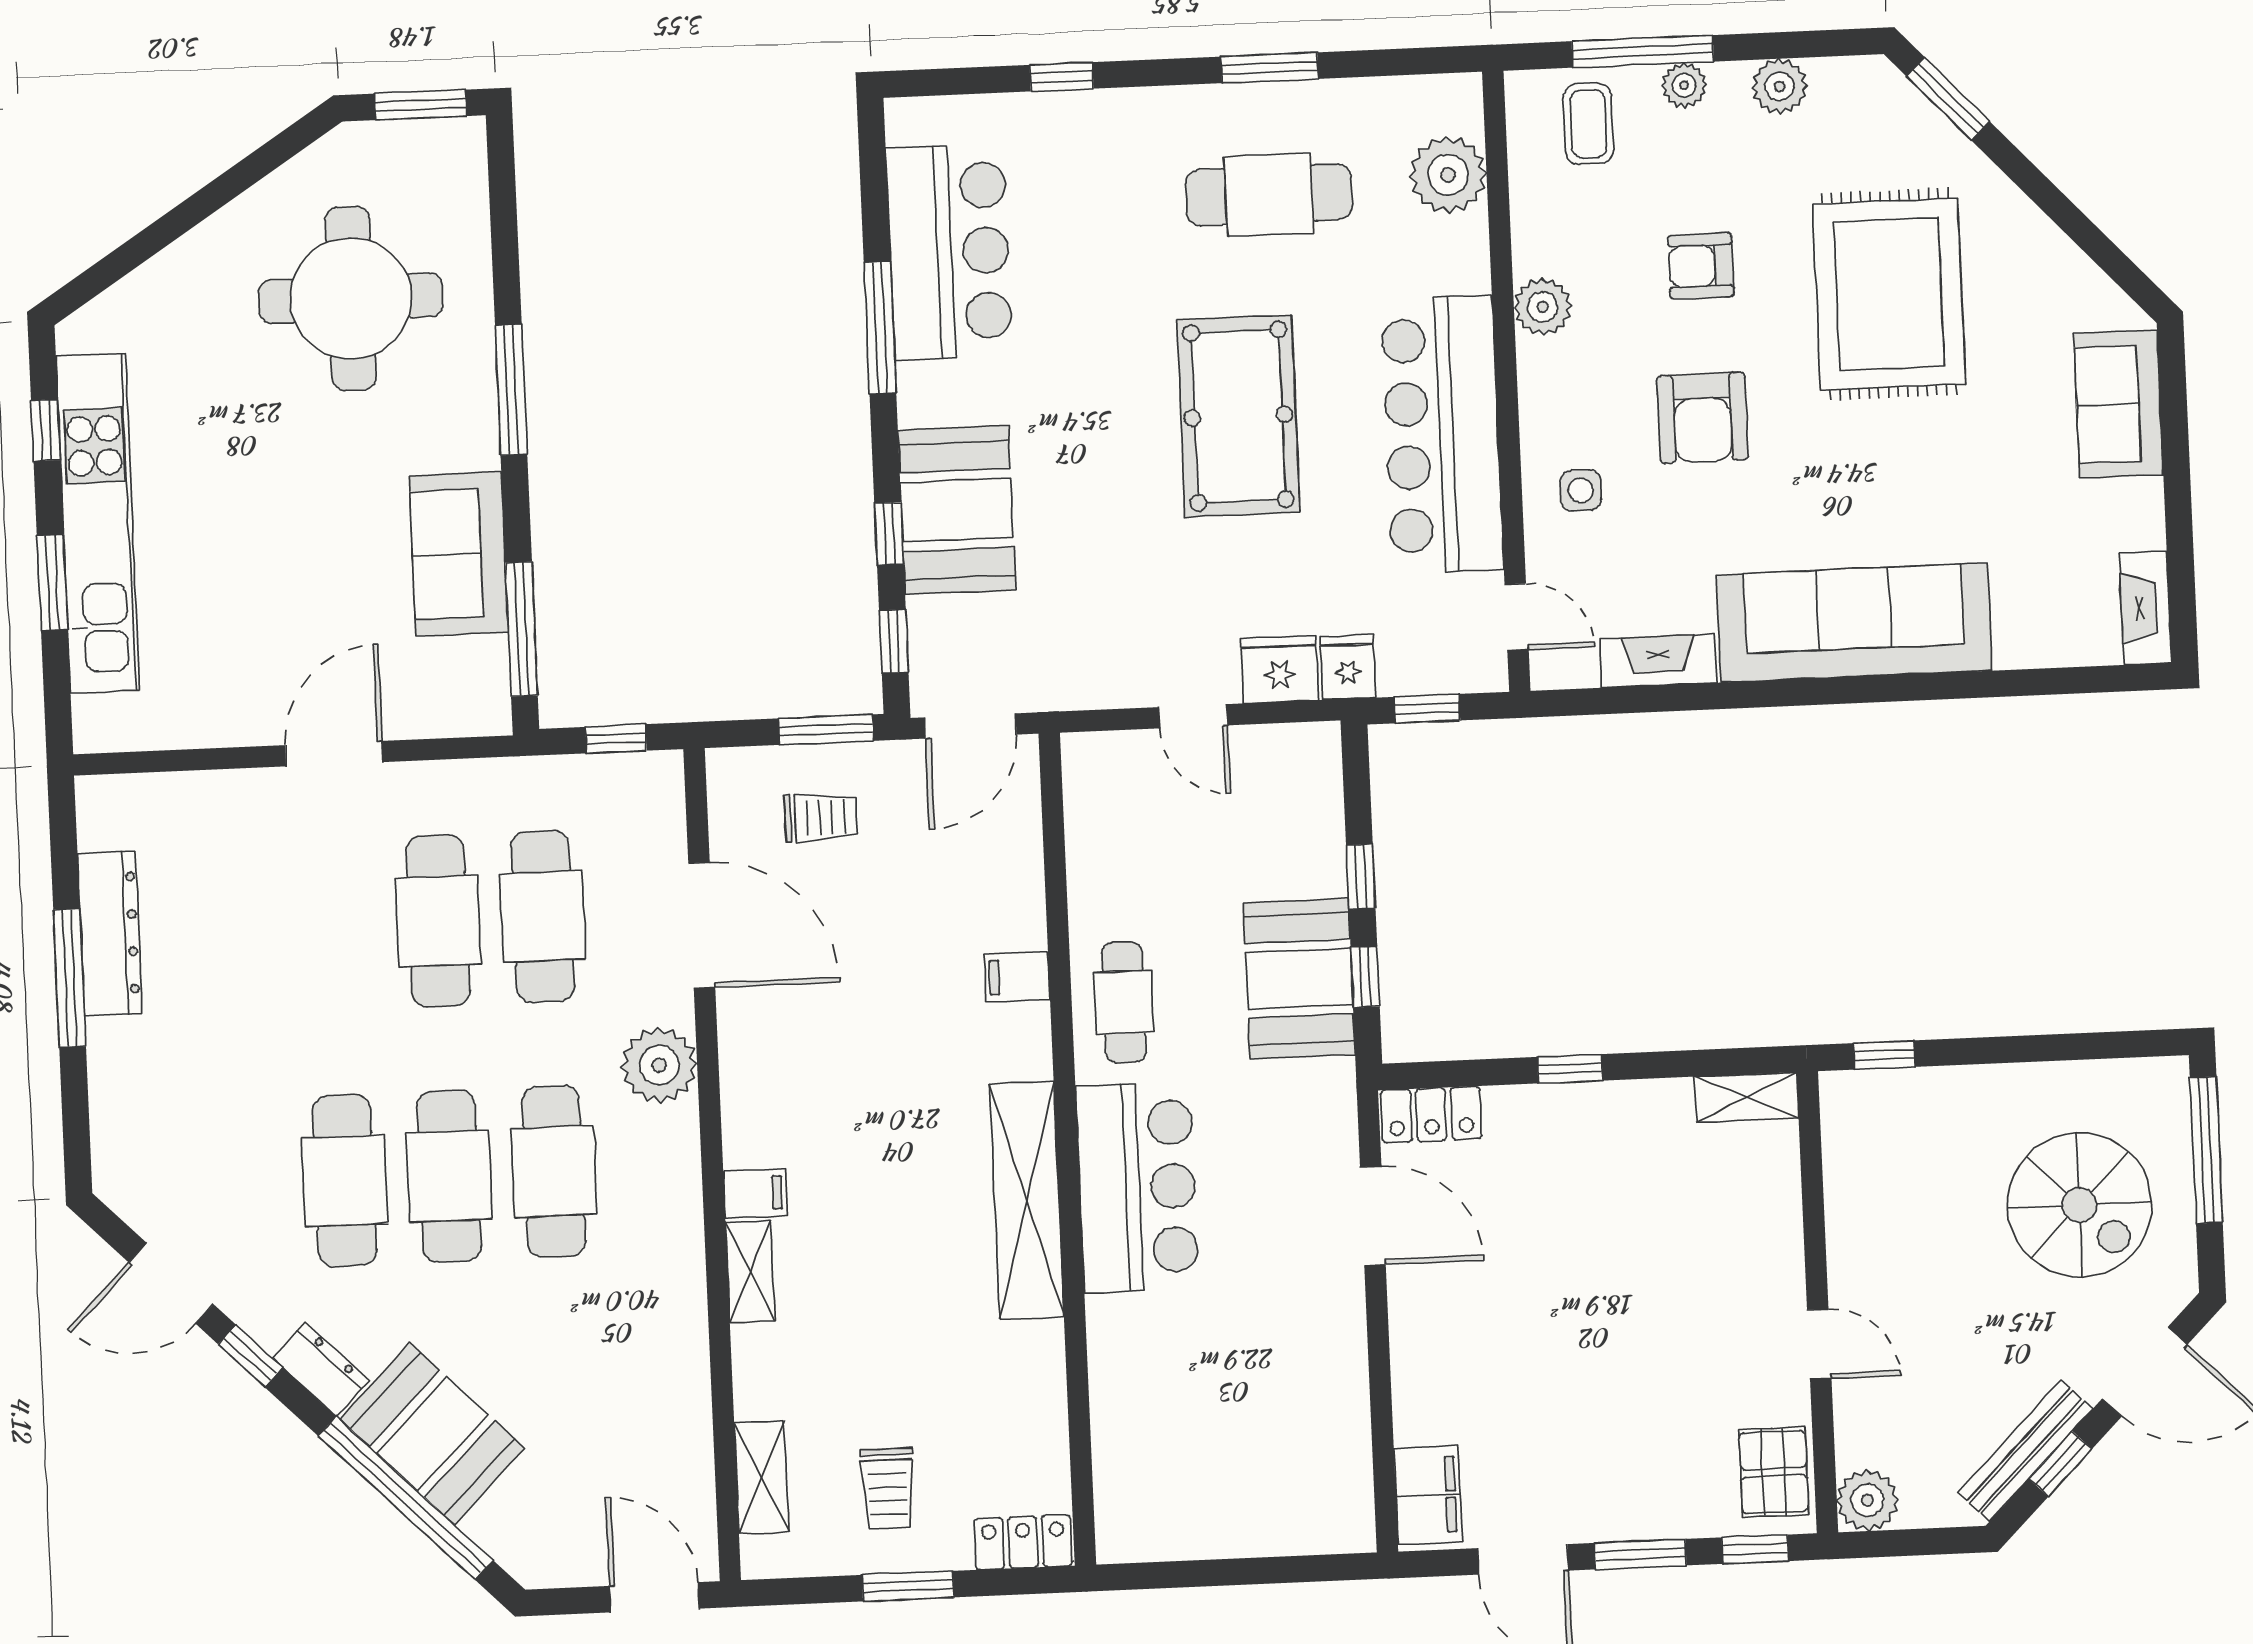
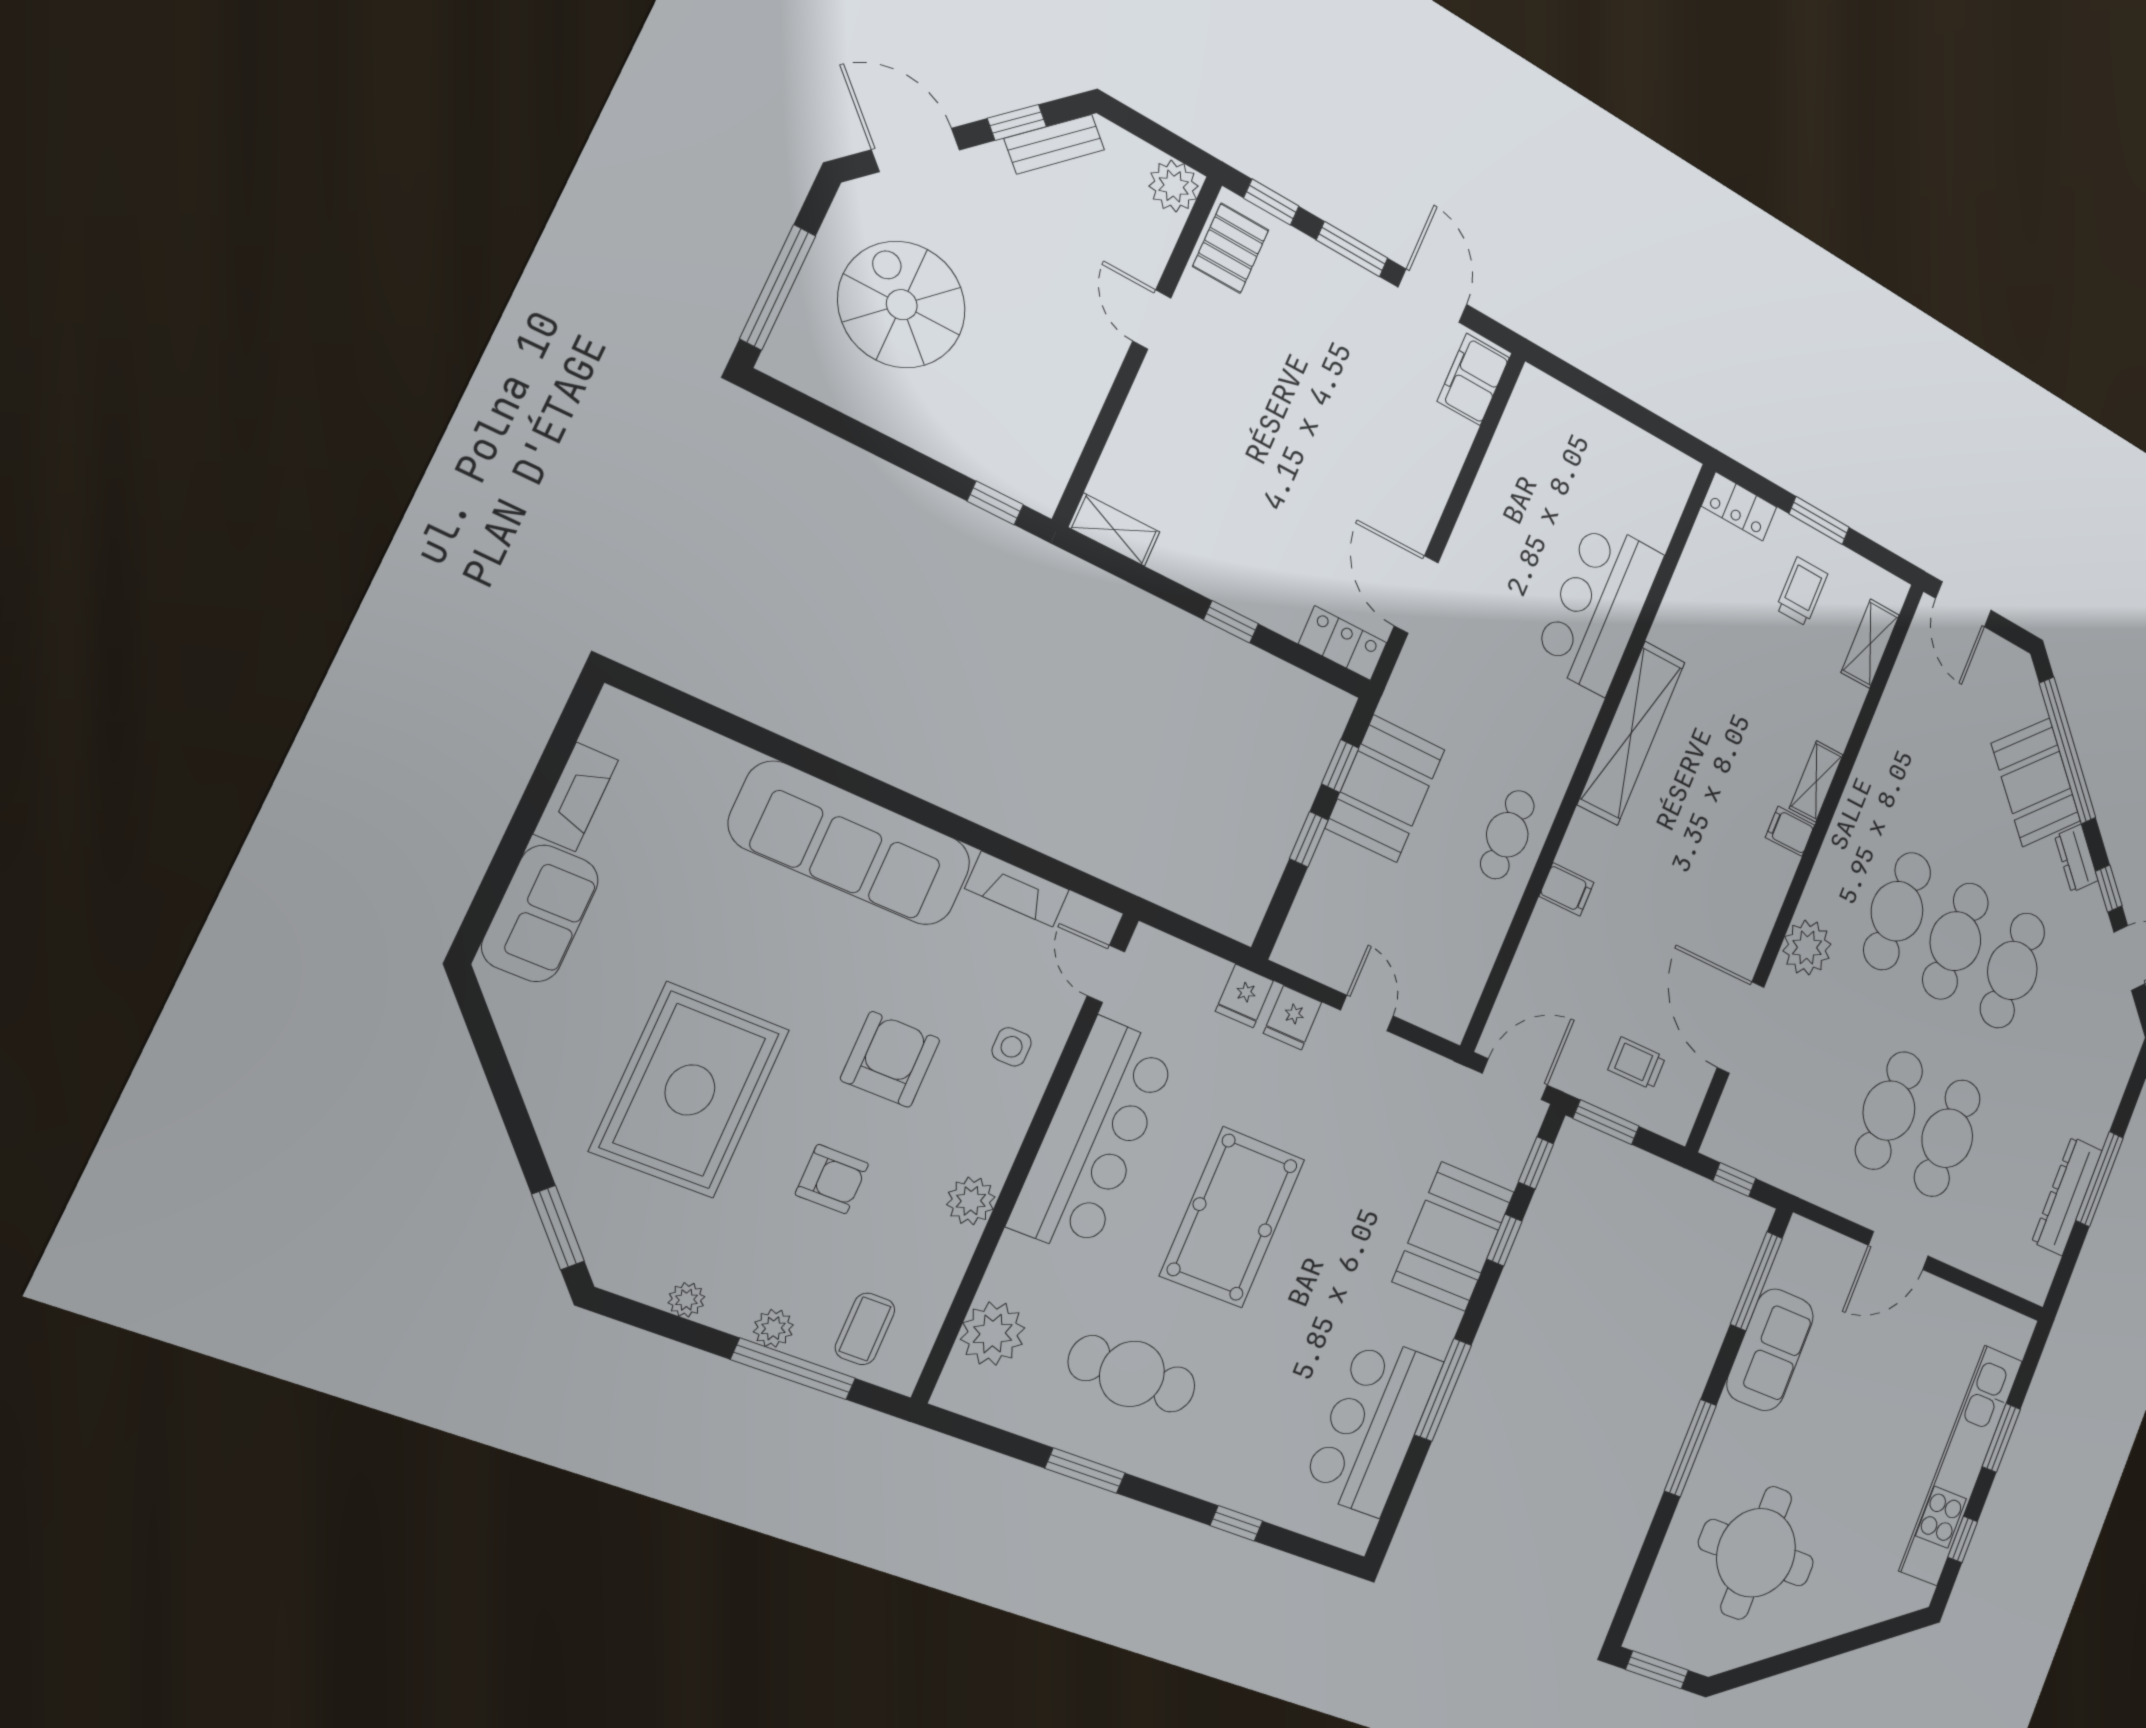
plant: (1780, 86) -> (686, 1300), width x0.73, depth x0.73
fireplace: (2145, 608) -> (576, 797), moved
fridge: (1279, 669) -> (1293, 1018), width x0.72
window: (1427, 709) -> (1203, 938), removed
cafe table: (543, 916) -> (1947, 1138), moved
bar counter: (1137, 1188) -> (1599, 607), moved
bench: (2025, 1451) -> (1054, 144), width x0.73

